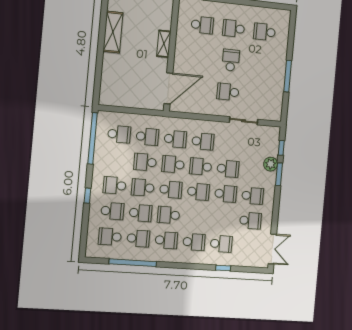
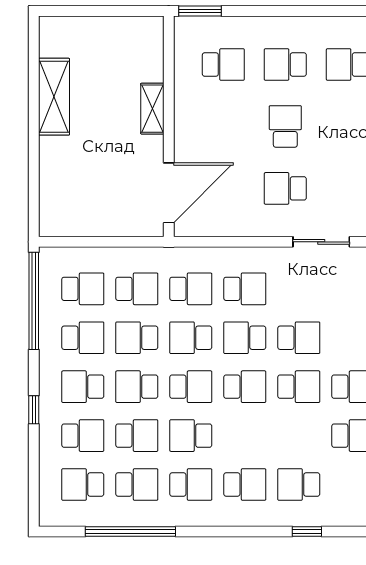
school desk: (117, 160) -> (83, 338), added
school desk: (221, 244) -> (299, 484), turned 180

